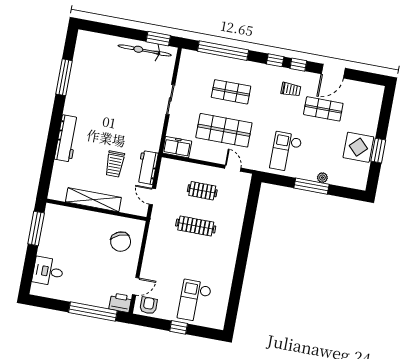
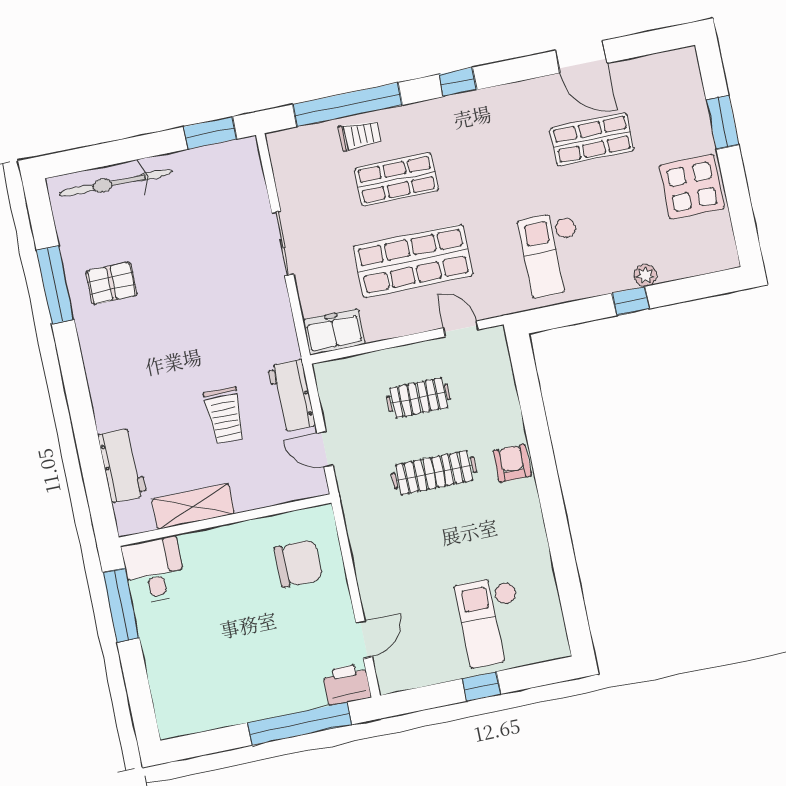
bicycle: (145, 50) -> (116, 183), moved
window: (298, 65) -> (507, 72), removed
door: (333, 71) -> (581, 57), hinge flipped
pallet: (89, 87) -> (111, 283), added
trolley: (291, 89) -> (360, 135), moved
workbench: (67, 138) -> (122, 465), moved, width x0.73
window: (378, 151) -> (722, 122), moved
window: (312, 186) -> (631, 301), width x0.46
shelving: (93, 200) -> (193, 506), width x0.68
chair: (121, 242) -> (298, 564), turned -67
desk: (48, 271) -> (154, 570), moved, turned 90
armchair: (149, 305) -> (512, 463), moved

